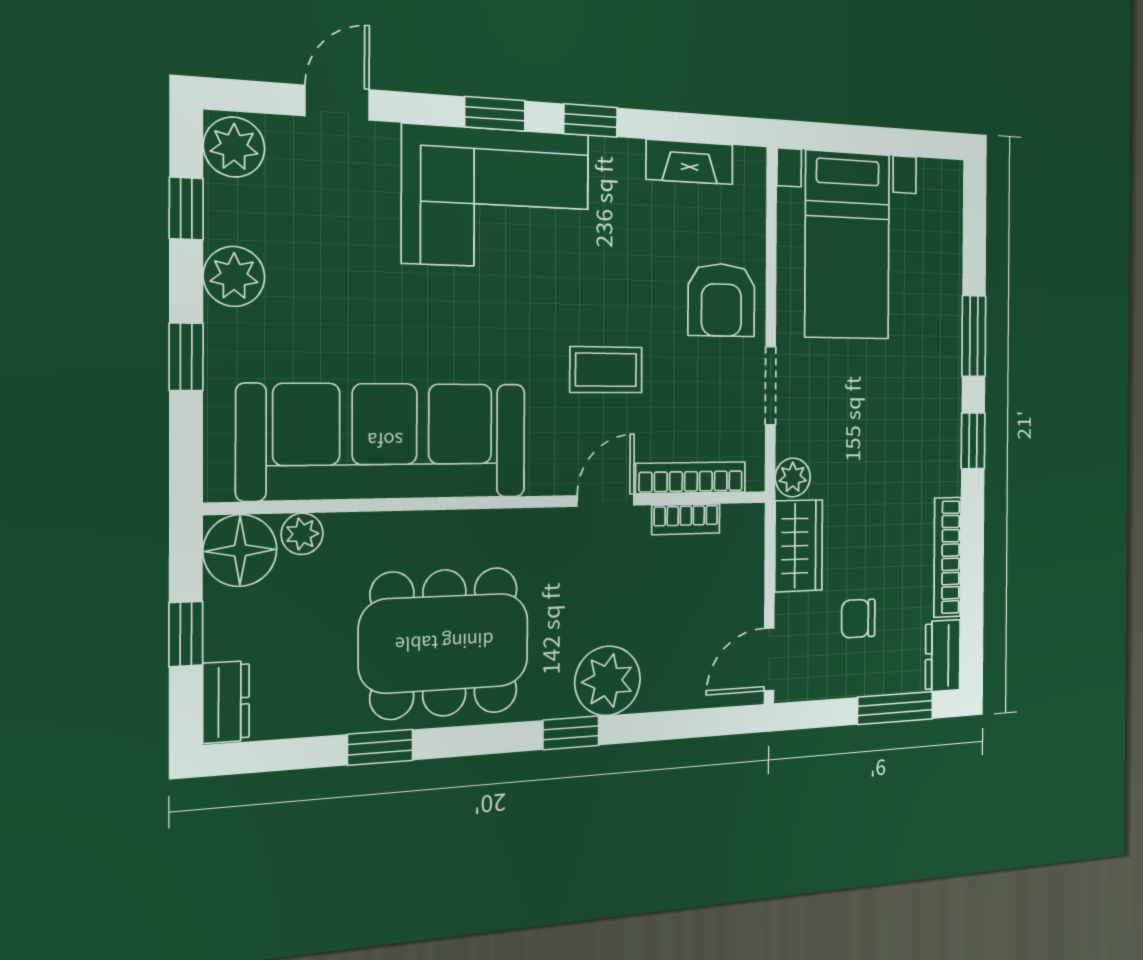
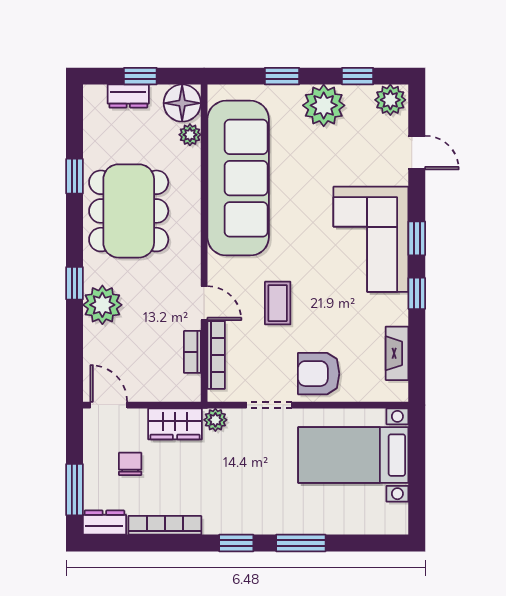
plant: (234, 276) -> (324, 105), width x1.36, depth x1.36
dresser: (226, 702) -> (128, 96), moved

